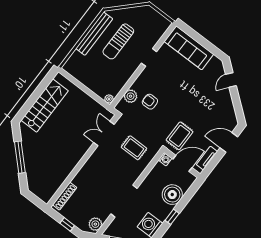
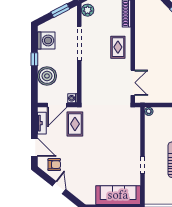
door: (231, 80) -> (59, 188), moved
plant: (131, 96) -> (134, 126), removed
armchair: (150, 102) -> (54, 165), moved
door: (229, 142) -> (34, 147), hinge flipped
rug: (134, 148) -> (118, 47), moved, turned 90

